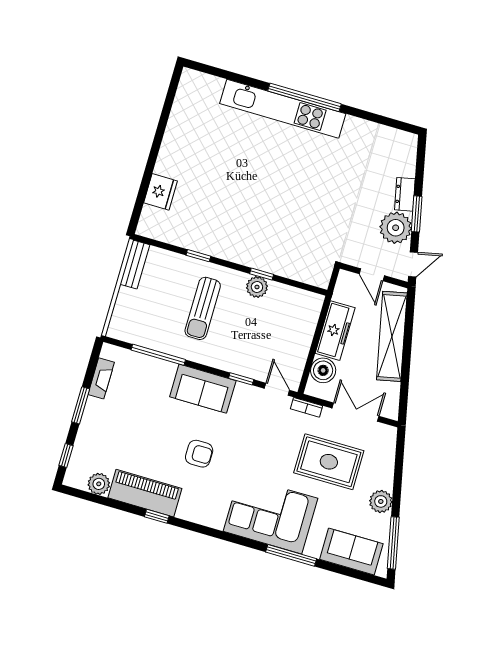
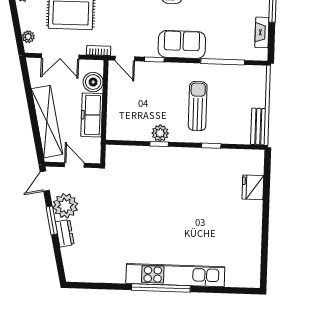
plant: (388, 446) -> (28, 37), added

